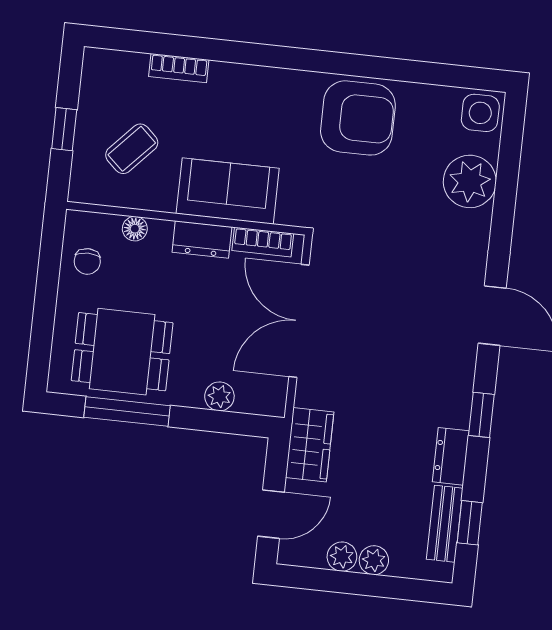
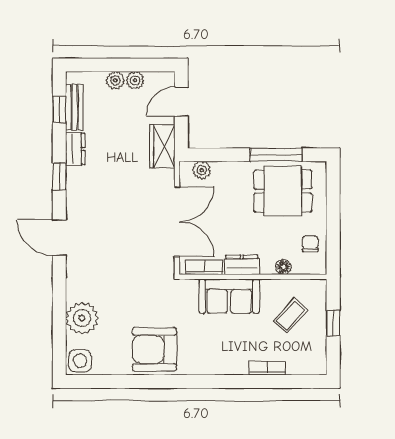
plant: (219, 396) -> (202, 170), moved

